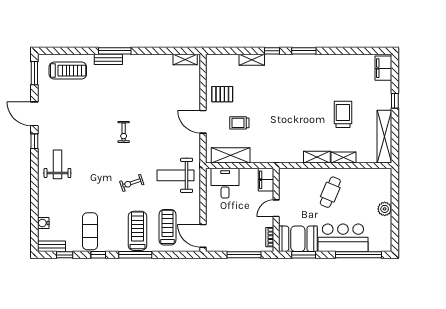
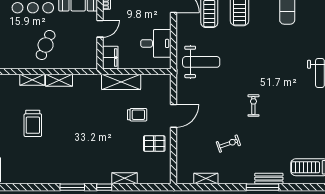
shelving: (185, 59) -> (206, 178), moved
door: (203, 122) -> (174, 116), hinge flipped
shelving: (231, 155) -> (121, 82), moved
exercise bike: (132, 183) -> (228, 144), moved
desk: (225, 183) -> (156, 43), moved, turned -90

